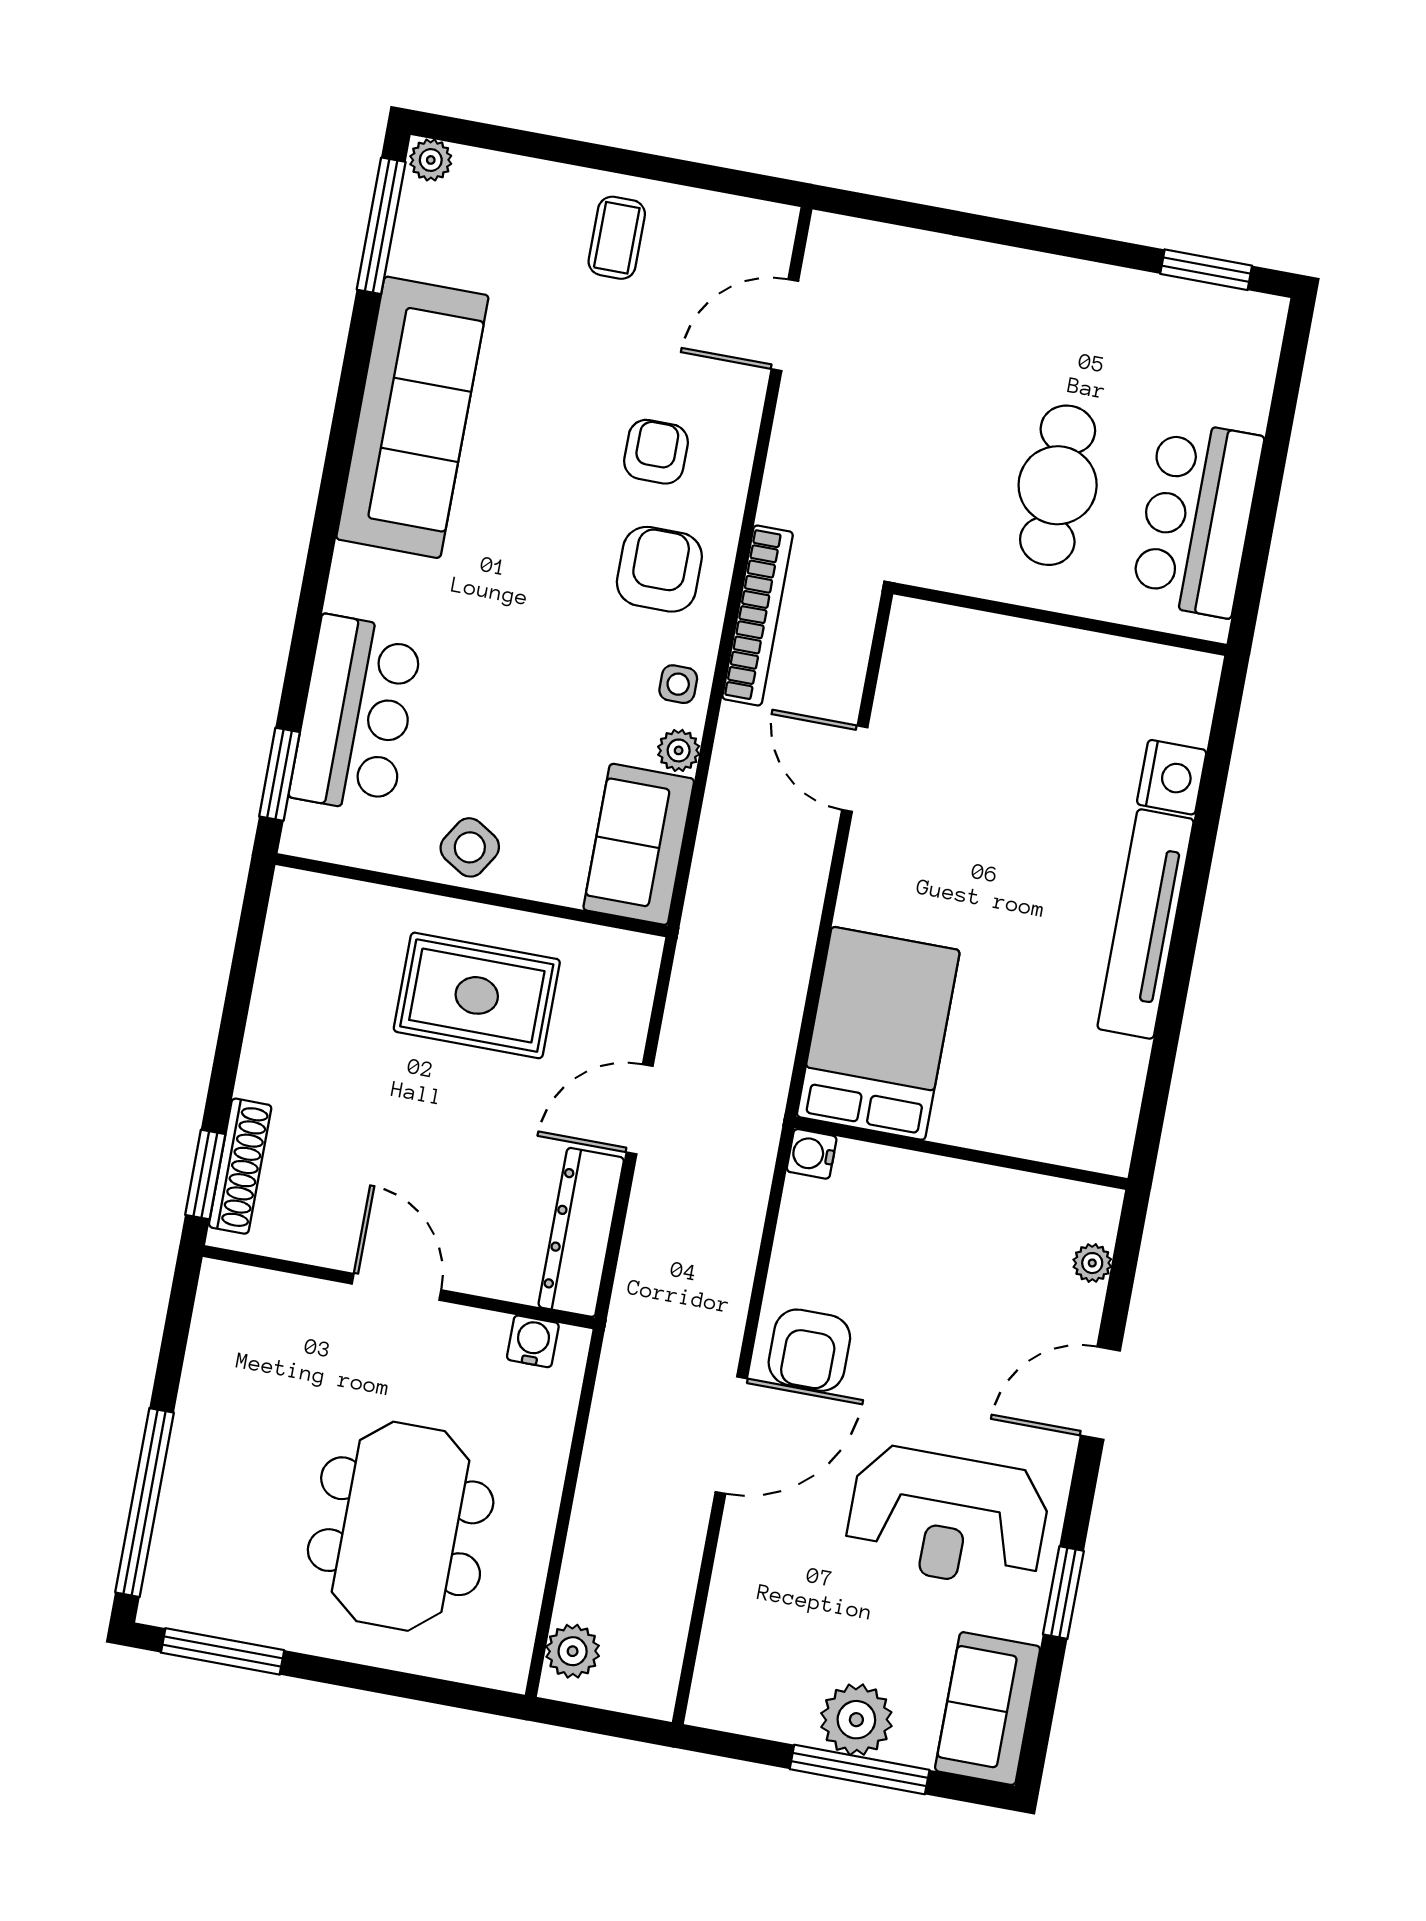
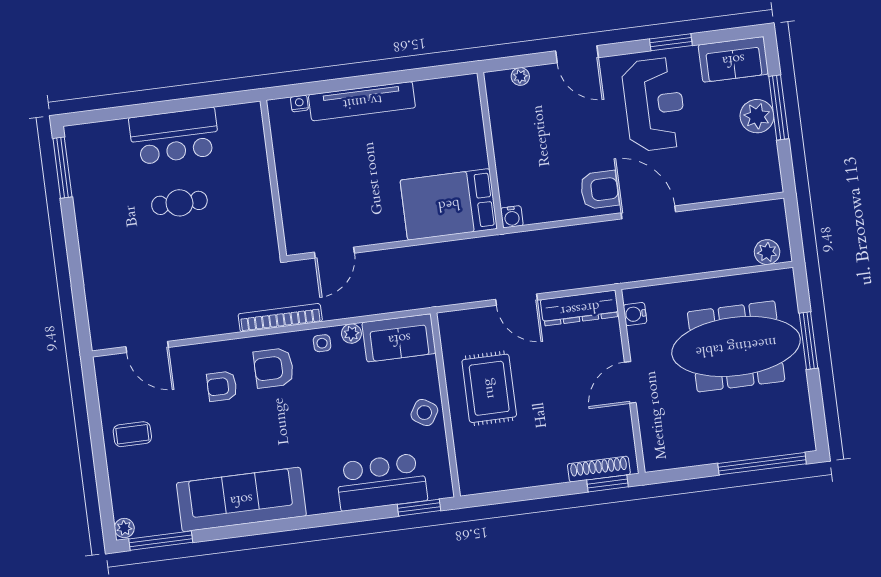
window: (1206, 270) -> (62, 168), width x1.44
cafe table: (1058, 485) -> (179, 203), width x0.73, depth x0.74
wall: (1060, 619) -> (273, 178), moved
nightstand: (1172, 777) -> (299, 103), width x0.53, depth x0.56
meeting table: (401, 1526) -> (736, 346), width x1.36
window: (223, 1651) -> (809, 341), moved

